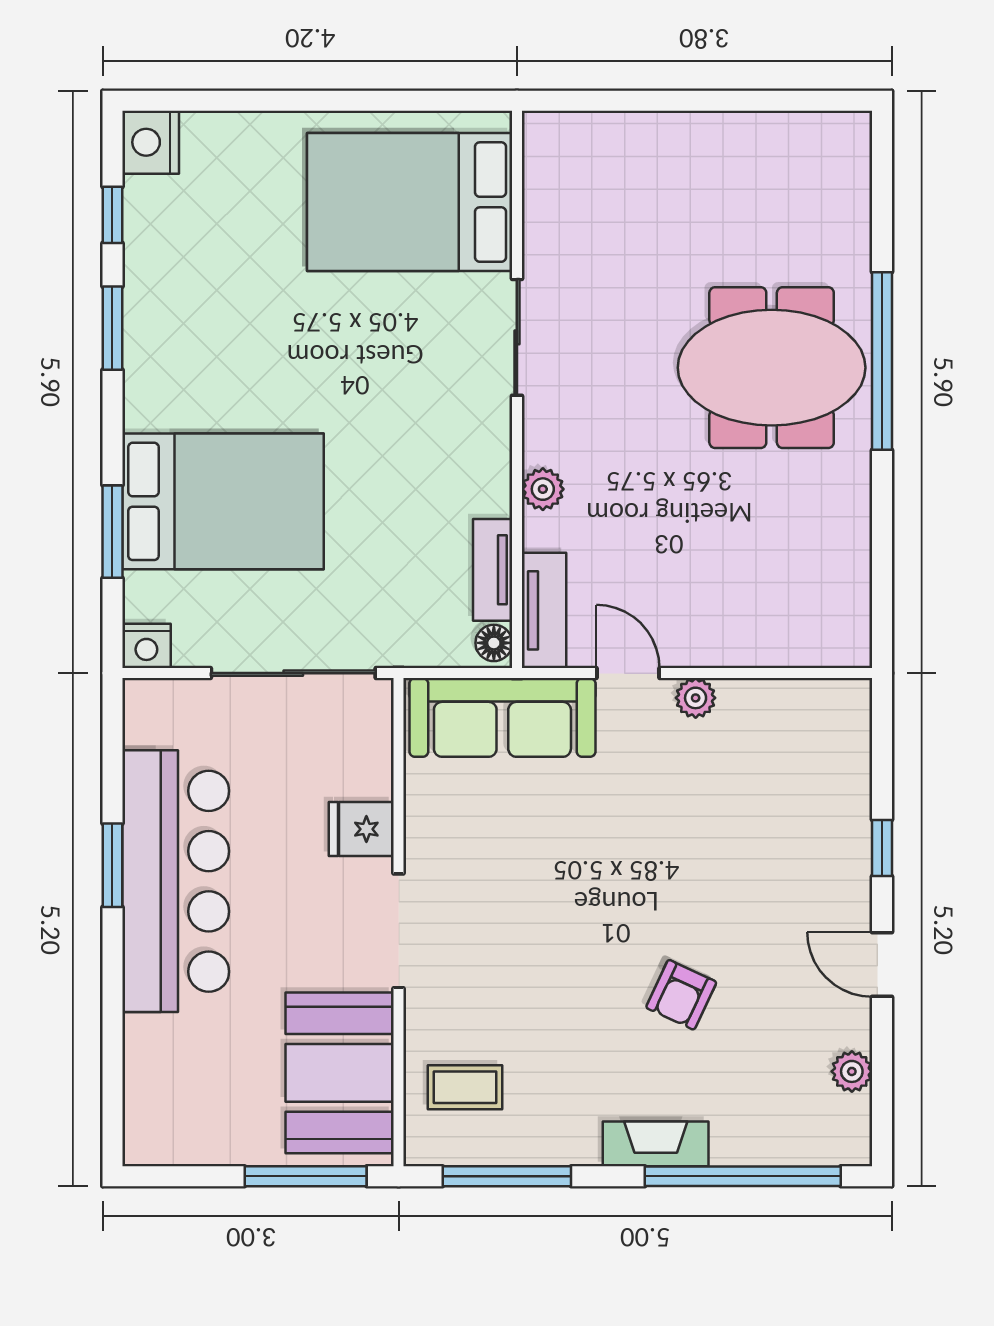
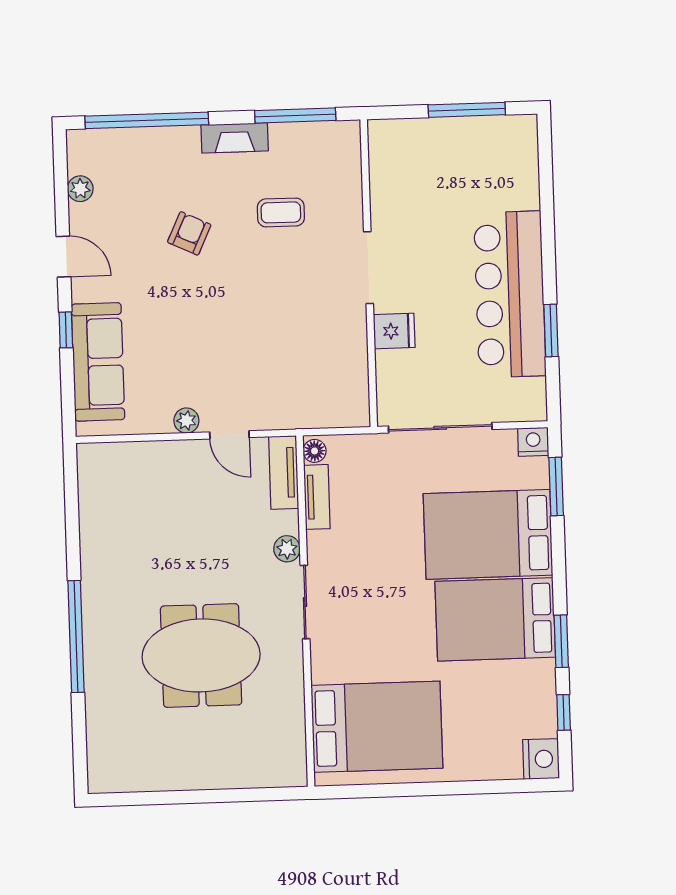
sliding door: (517, 337) -> (305, 602), moved
bed: (216, 366) -> (495, 619), added
meeting table: (772, 368) -> (201, 655), moved
window: (112, 532) -> (556, 487), moved
sofa: (502, 717) -> (98, 362), moved, turned 90
window: (112, 865) -> (551, 330), moved
booth: (340, 1073) -> (403, 177), removed
coffee table: (465, 1087) -> (281, 212), moved
fireplace: (656, 1144) -> (235, 138), moved
window: (306, 1176) -> (467, 110), moved

